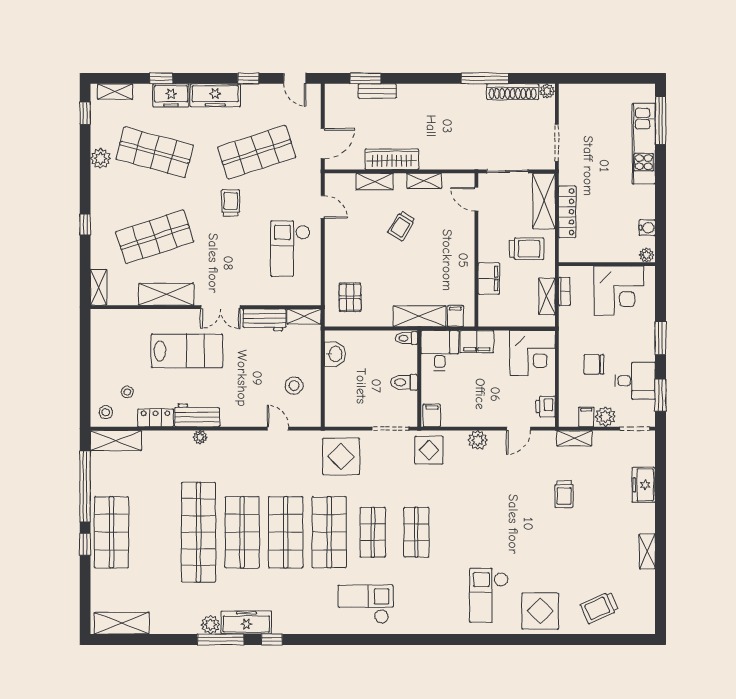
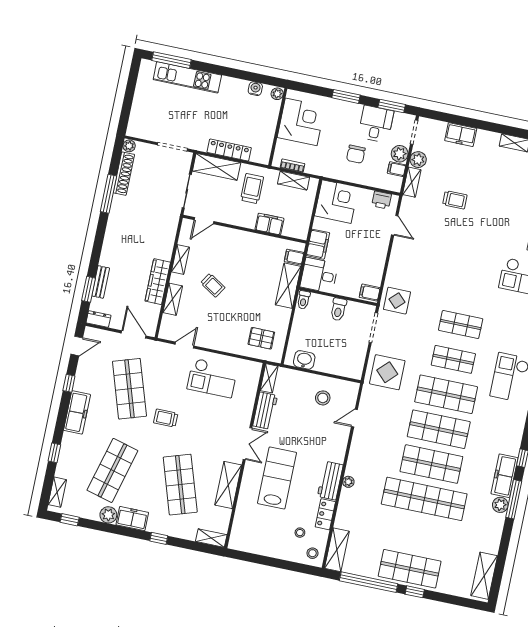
freezer: (171, 95) -> (132, 519), moved, turned -90
dresser: (332, 98) -> (98, 319), added
plant: (478, 440) -> (418, 160), moved

